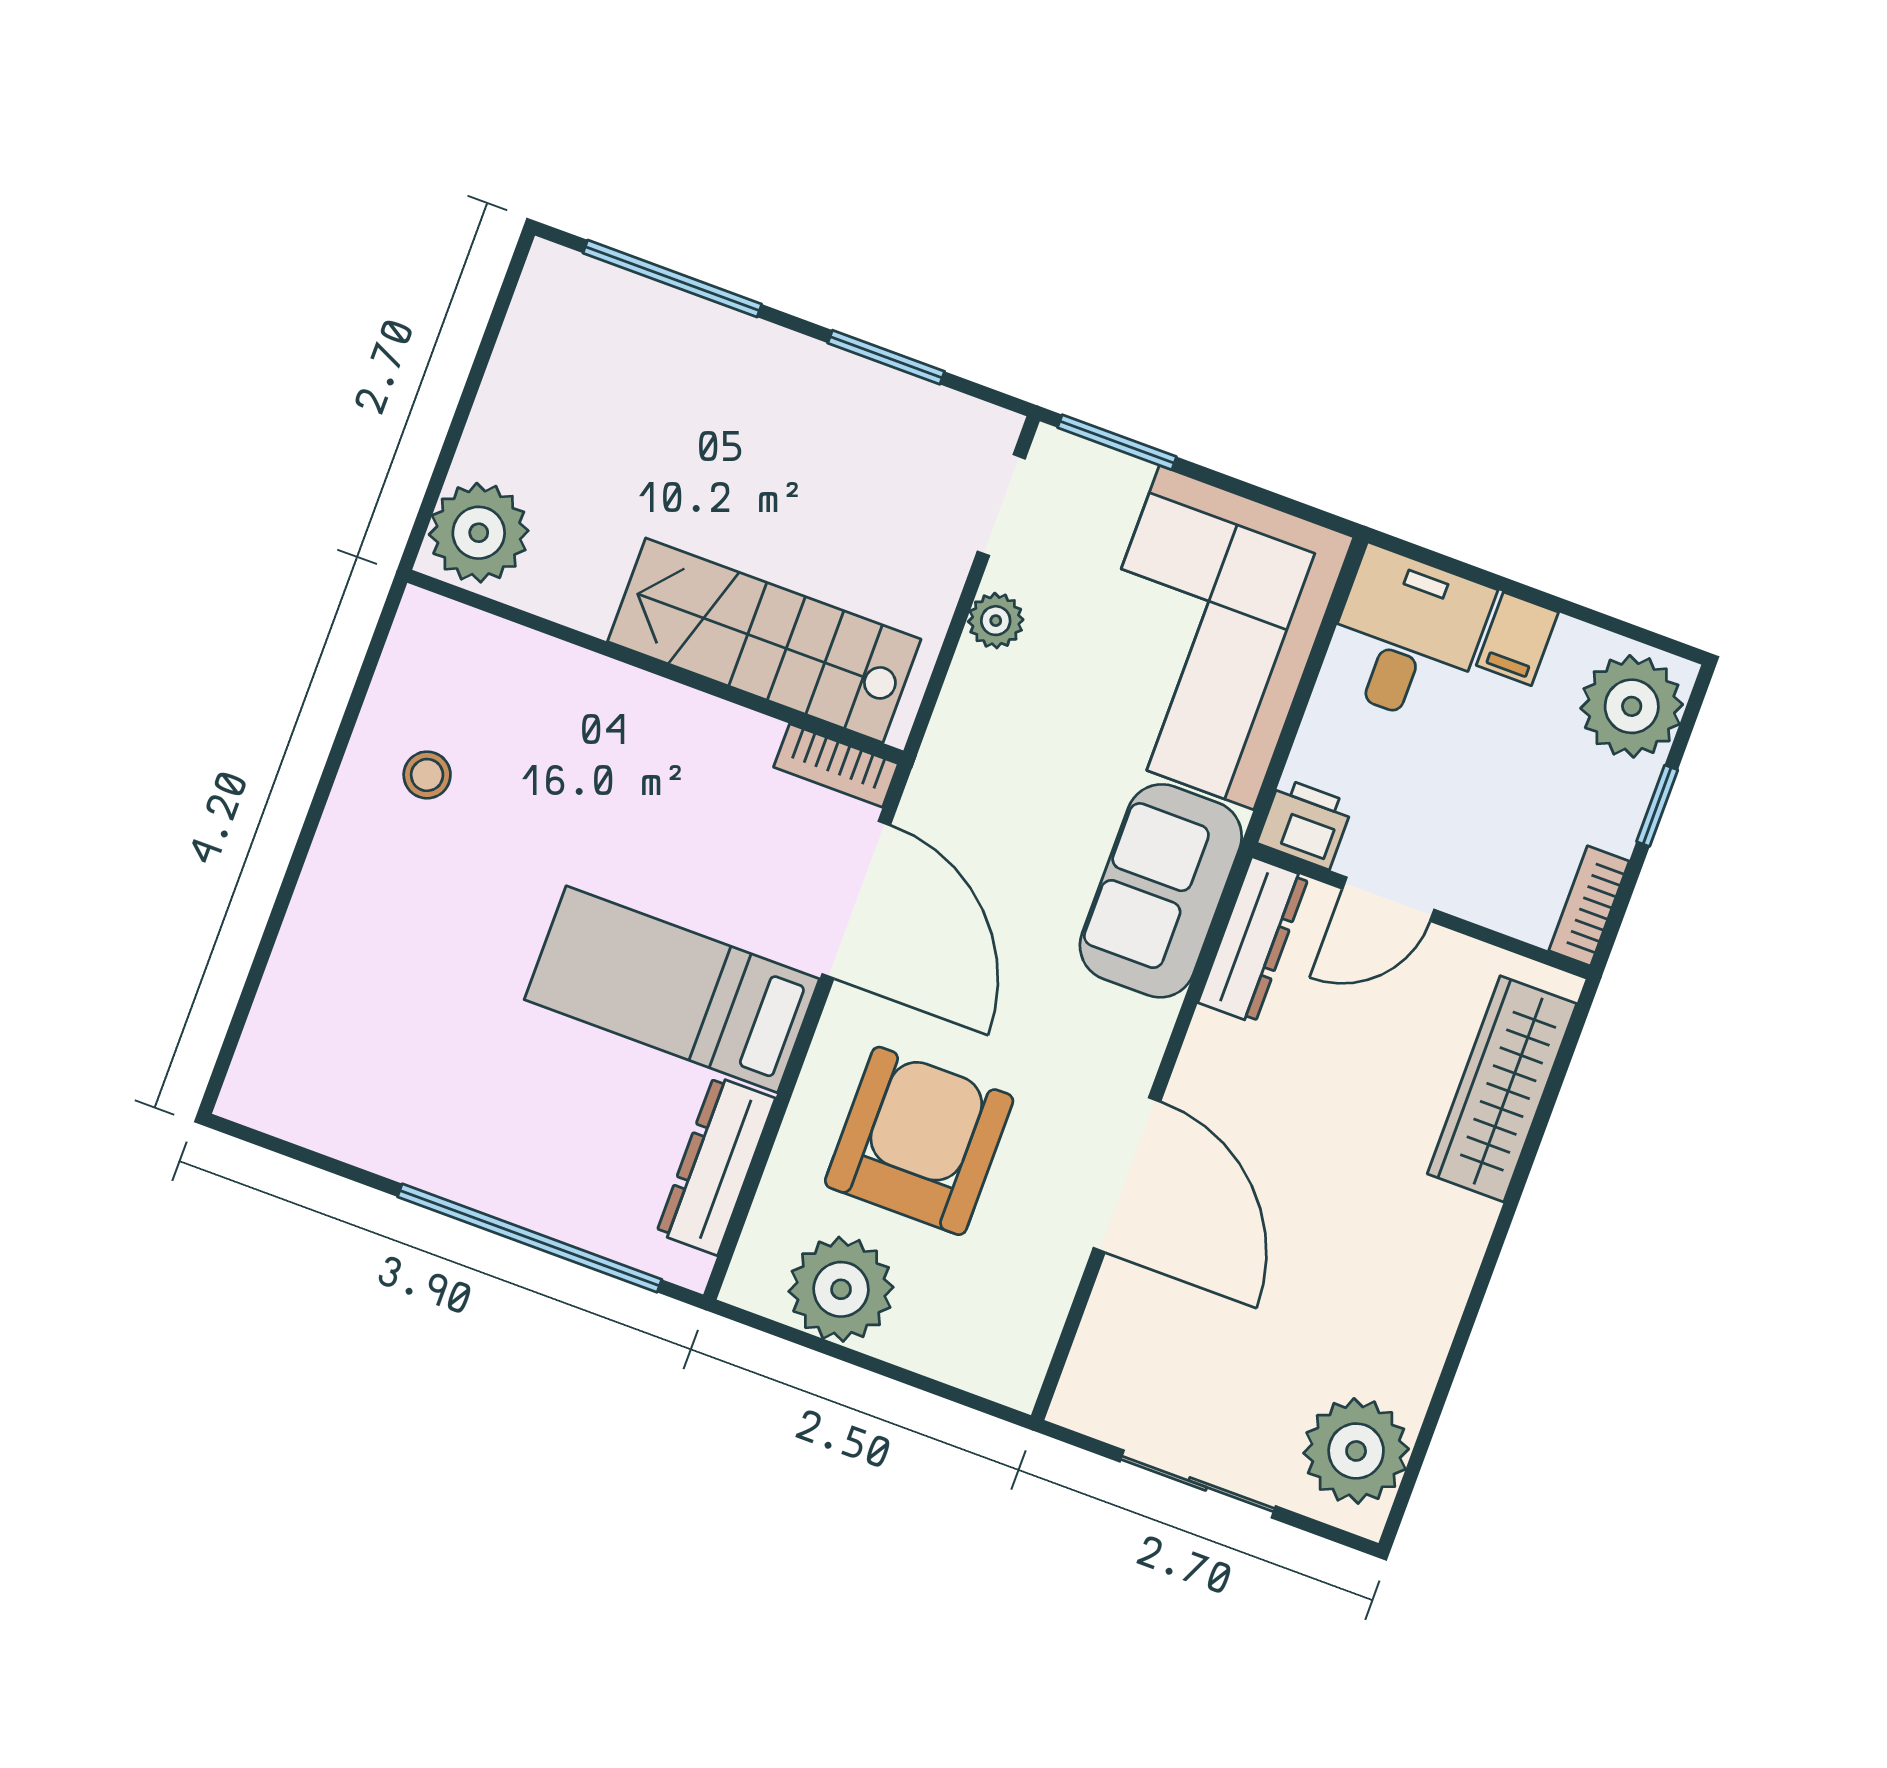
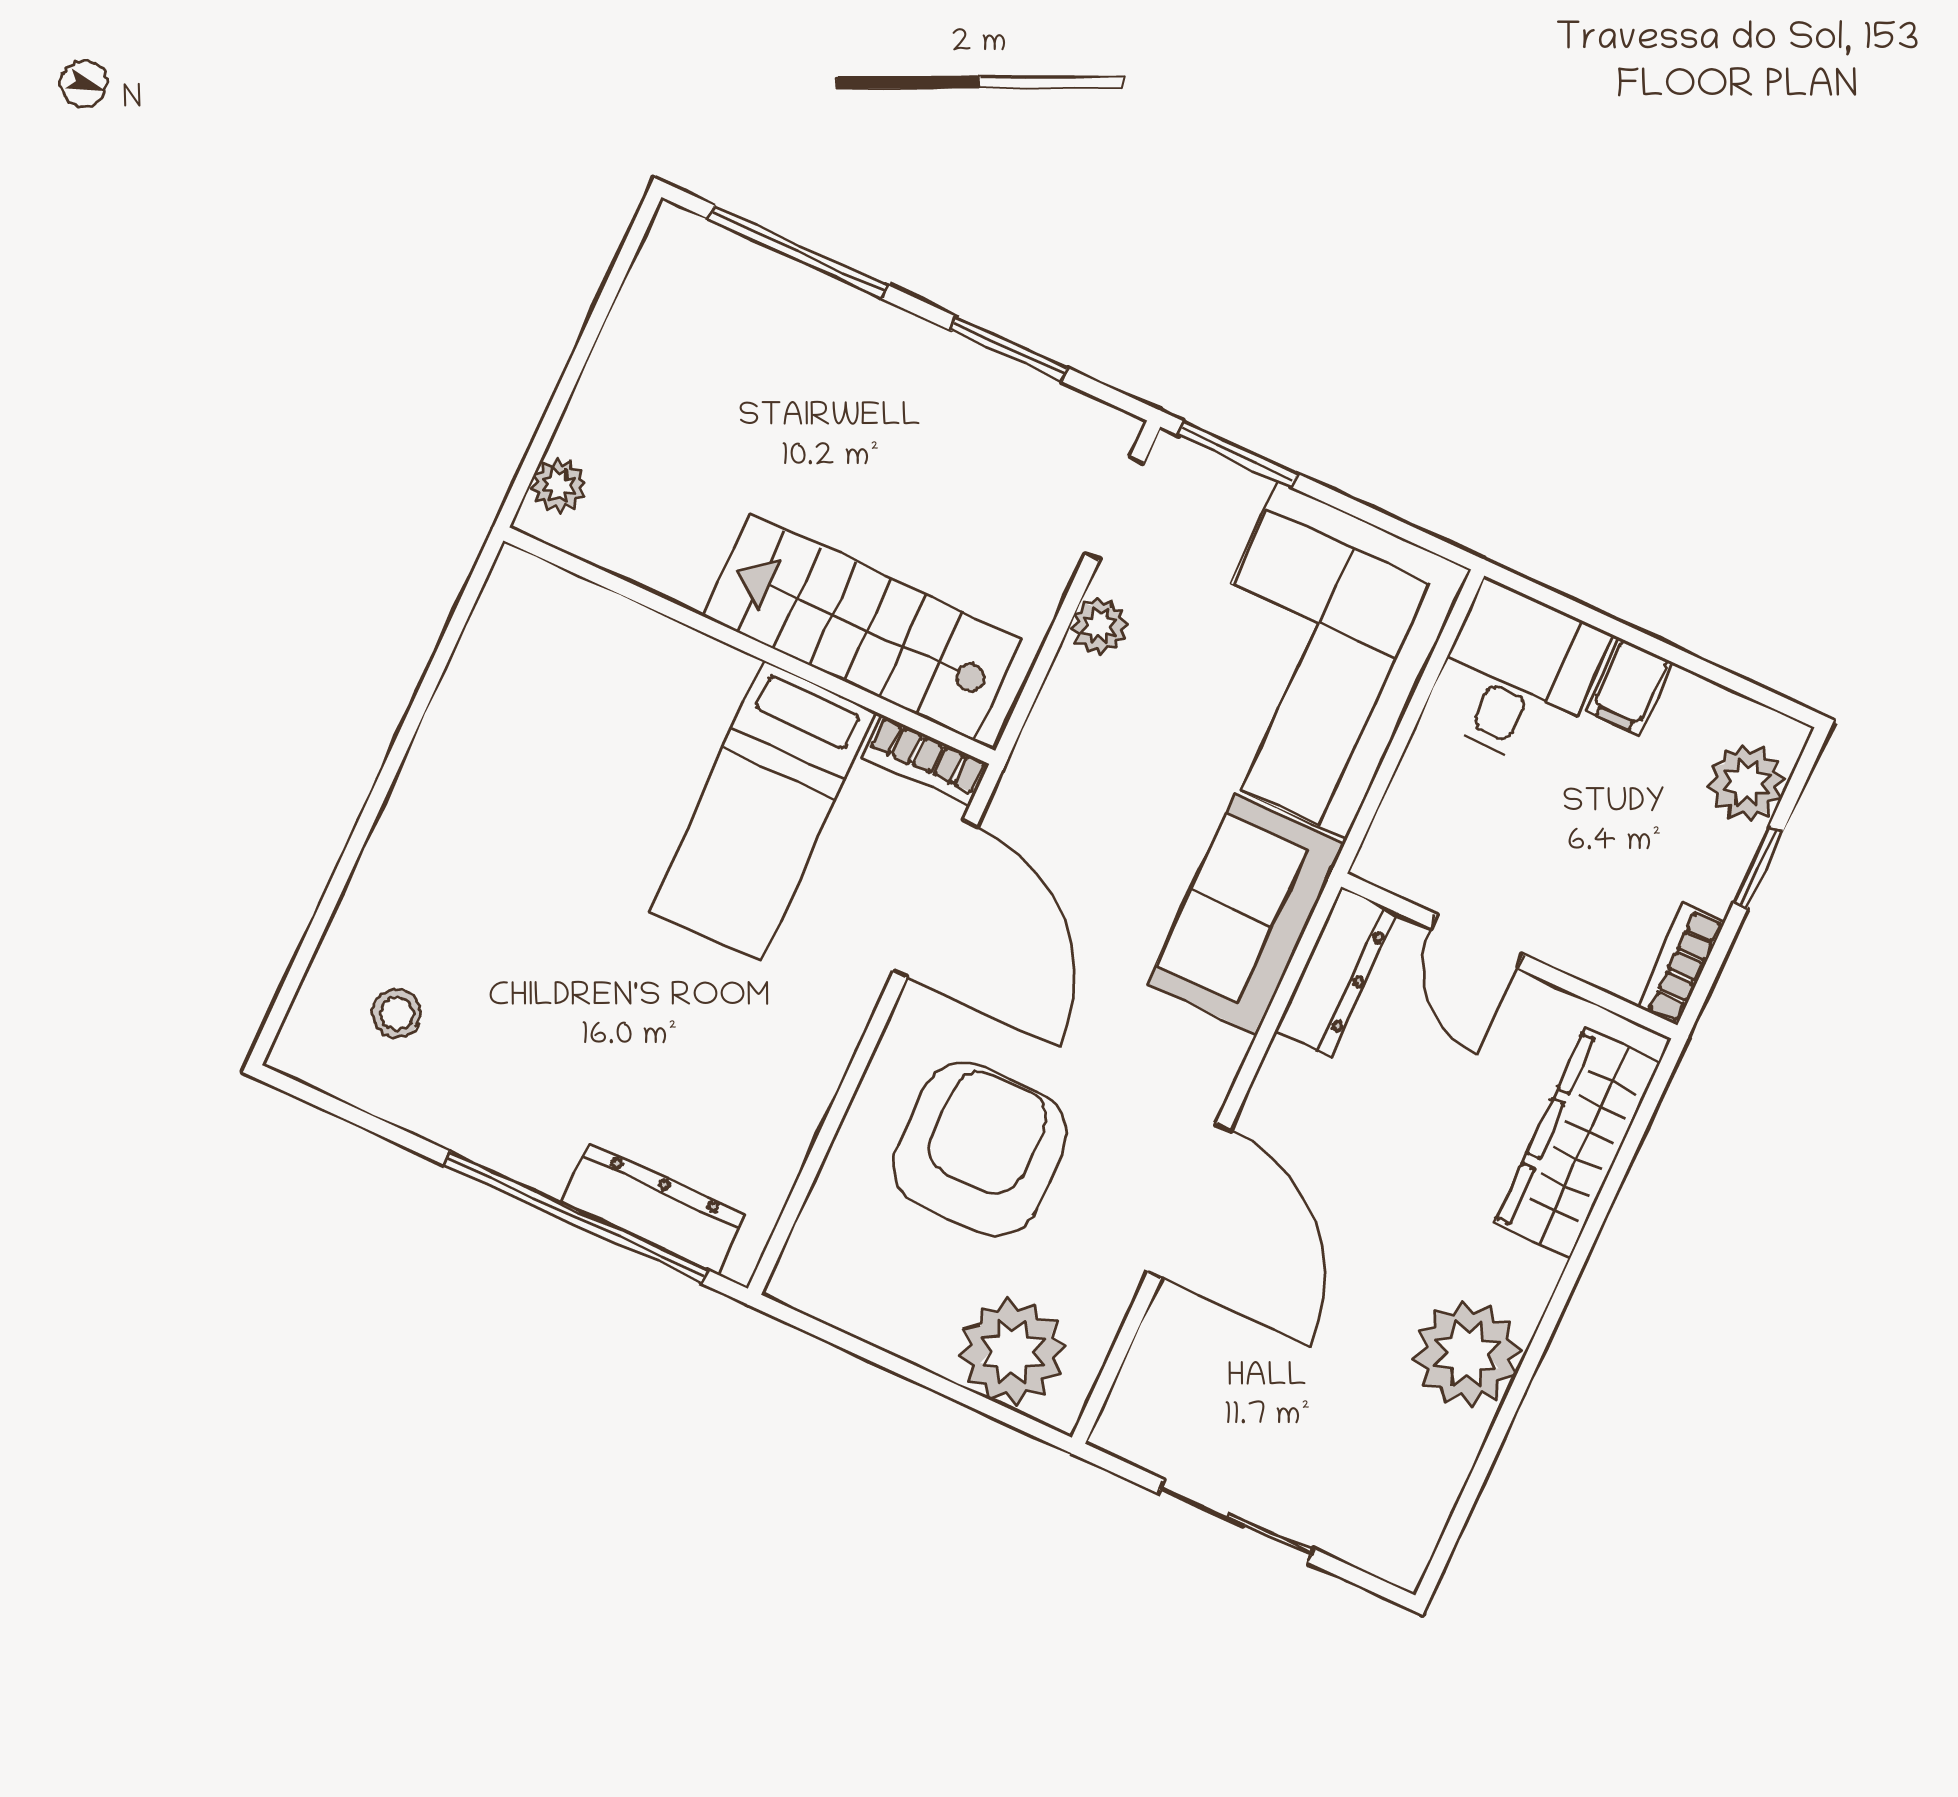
plant: (479, 533) -> (559, 485), width x0.53, depth x0.53
plant: (1632, 706) -> (1747, 783), width x0.73, depth x0.73
stool: (427, 775) -> (397, 1013), moved
printer: (1305, 823) -> (1398, 857), removed
door: (1388, 899) -> (1477, 941), hinge flipped
bed: (672, 989) -> (762, 811), moved, turned -90
dresser: (716, 1166) -> (654, 1209), moved, turned 90
plant: (841, 1289) -> (1012, 1351), moved
plant: (1356, 1451) -> (1467, 1354), moved

